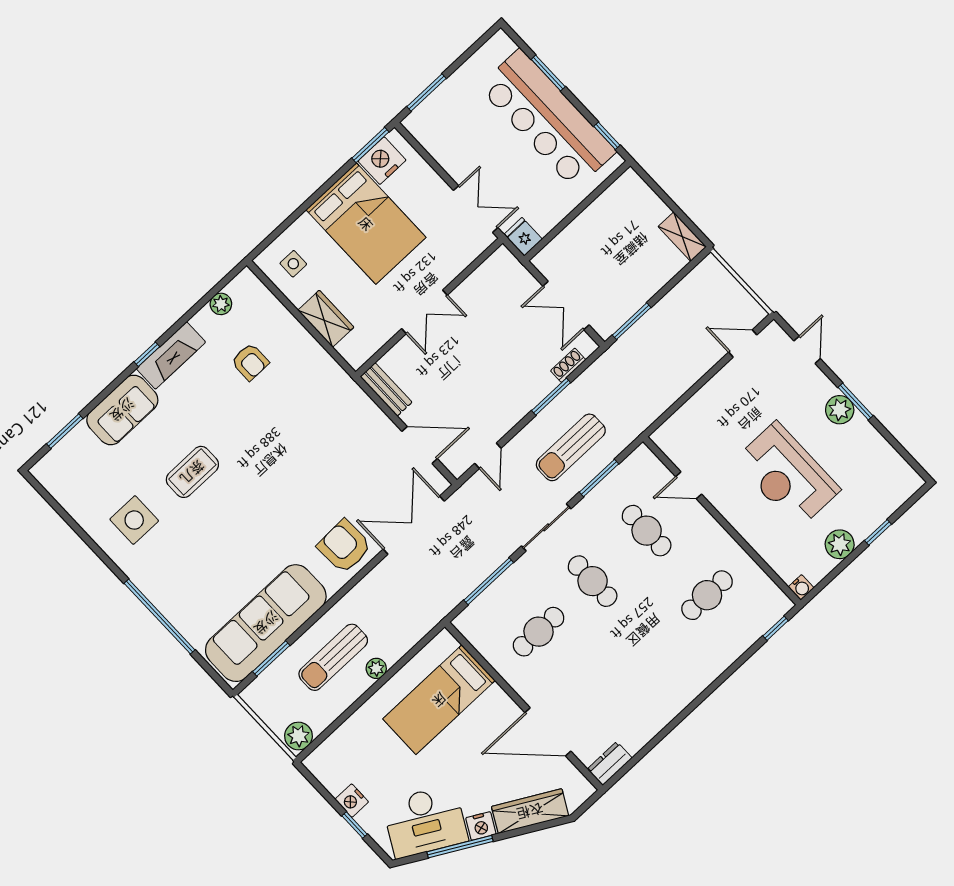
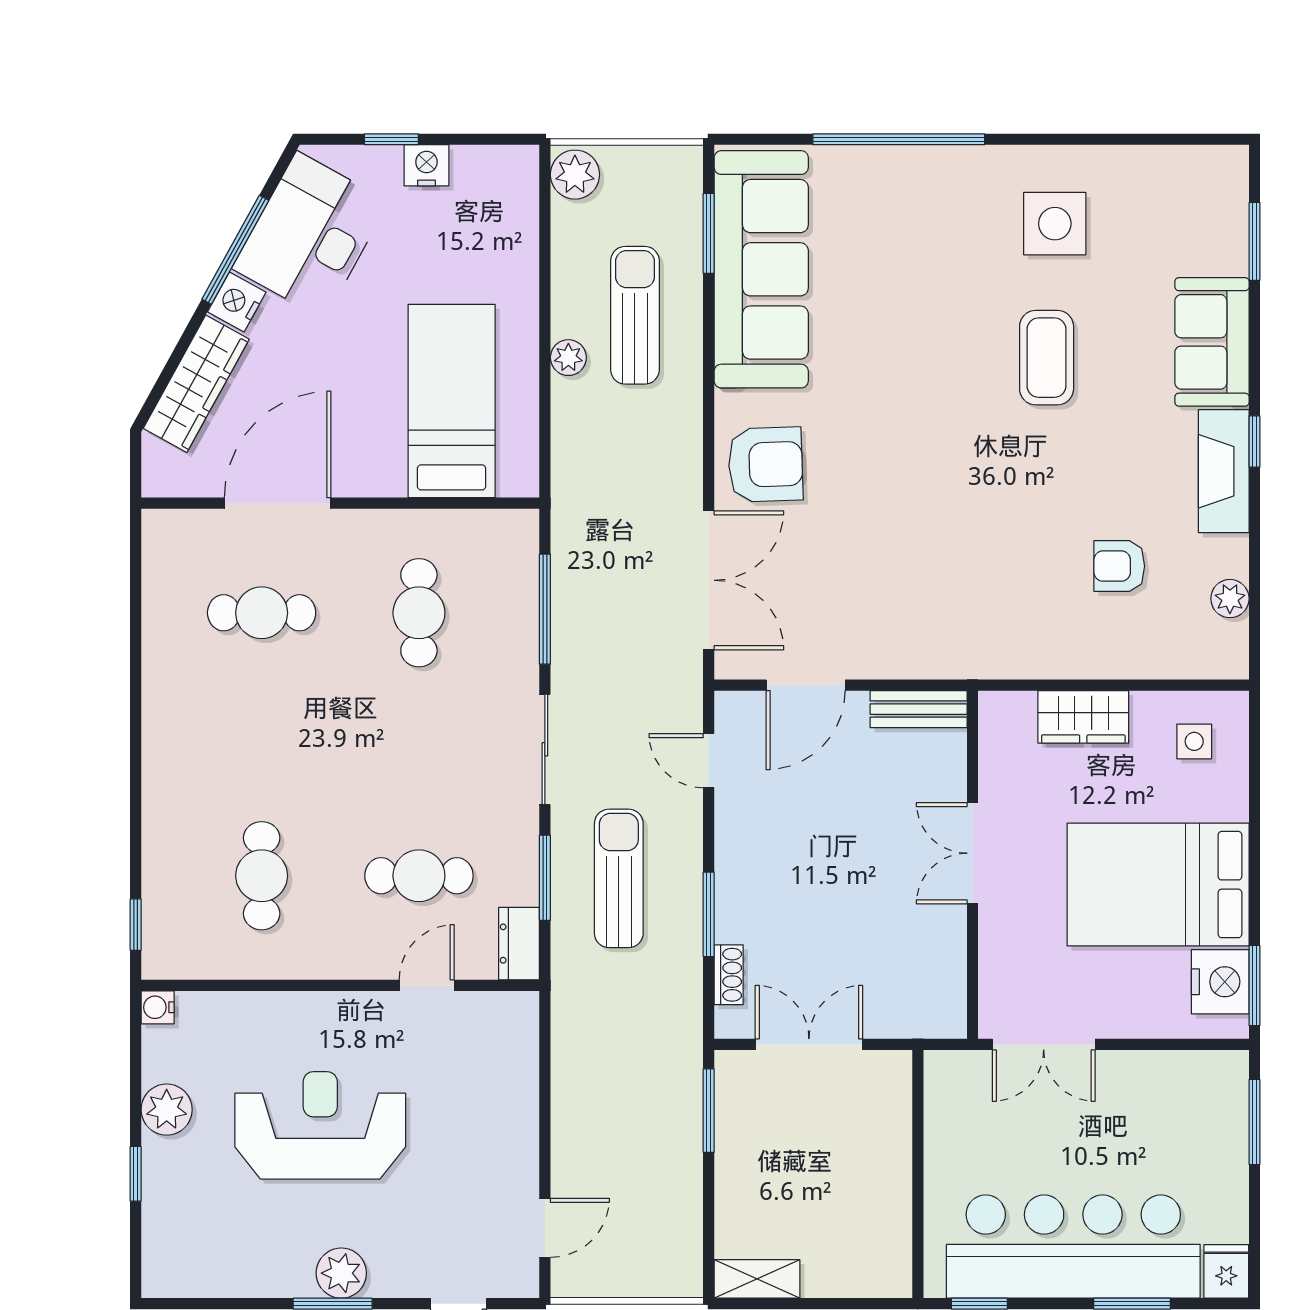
fridge: (523, 237) -> (1226, 1271), moved, turned -90
cafe table: (593, 581) -> (262, 613), moved
dresser: (610, 764) -> (519, 944), moved, turned 180

